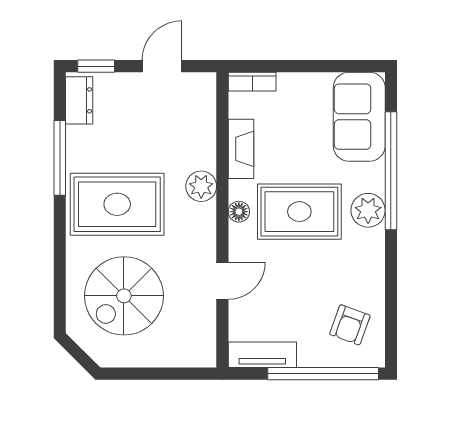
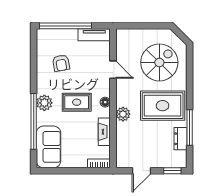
dresser: (79, 100) -> (180, 139), moved
rug: (299, 212) -> (77, 102), width x0.73, depth x0.70
door: (222, 281) -> (113, 70), swing flipped
armchair: (350, 325) -> (61, 63), moved, turned 150

